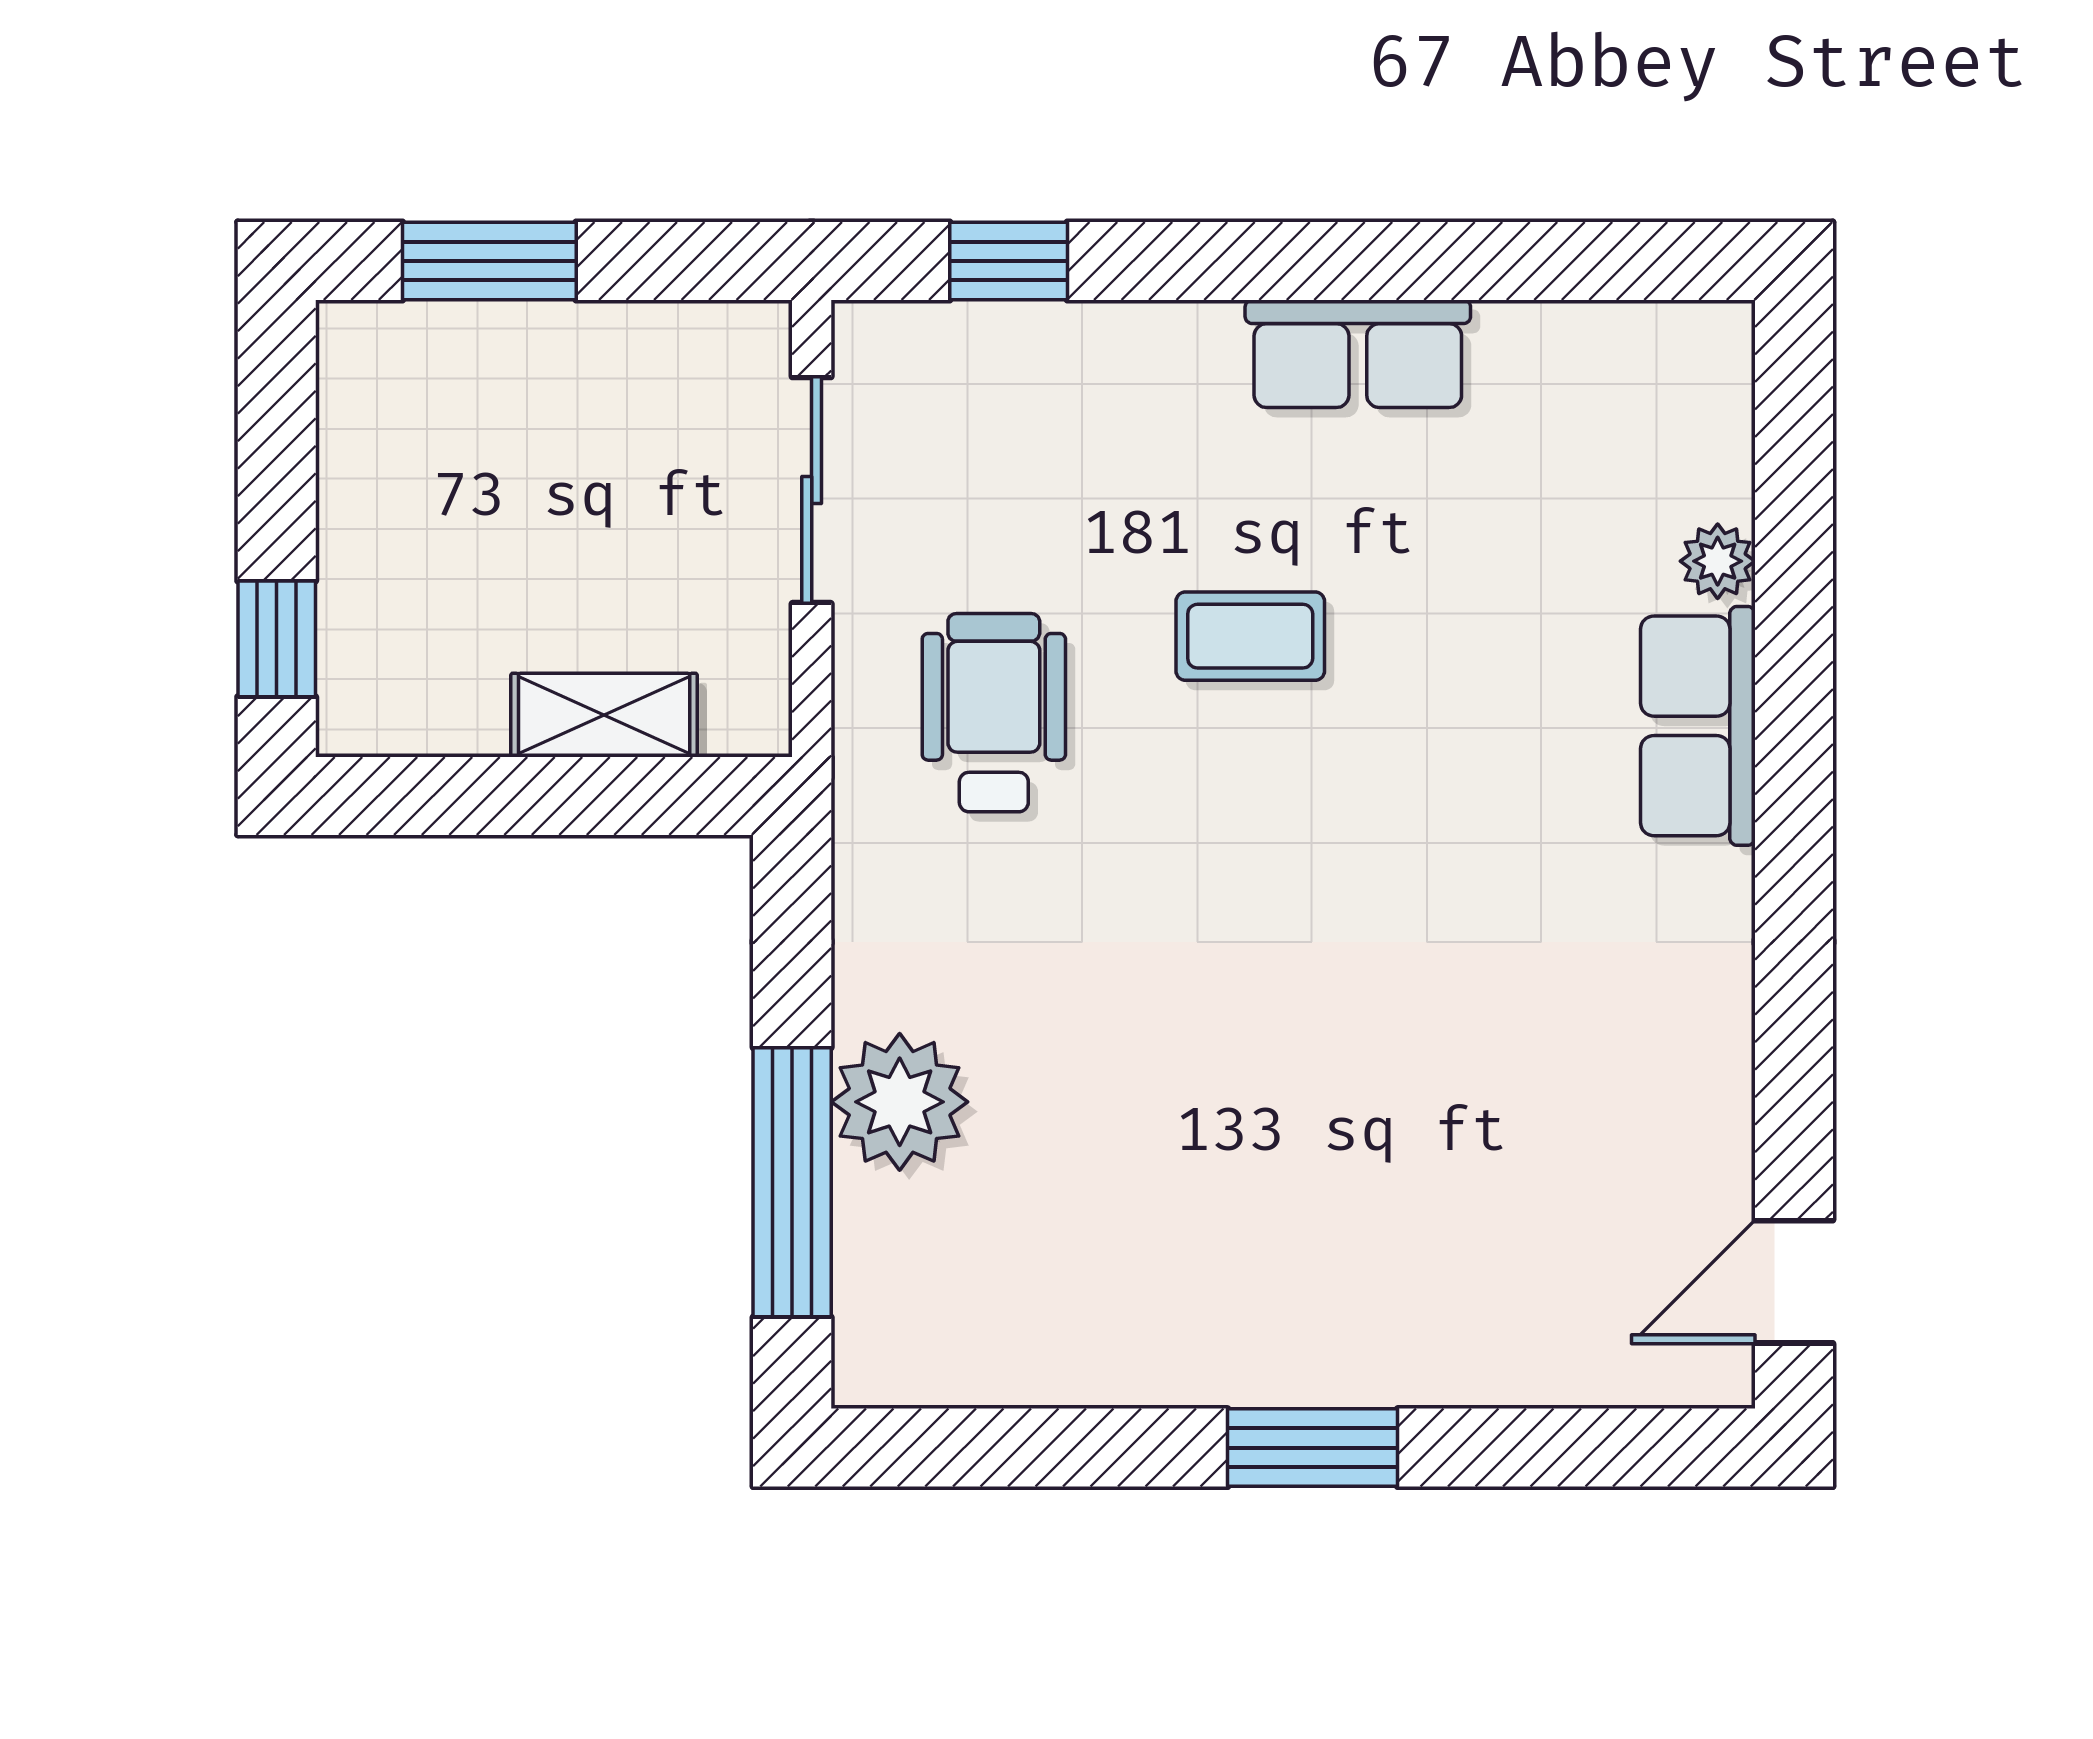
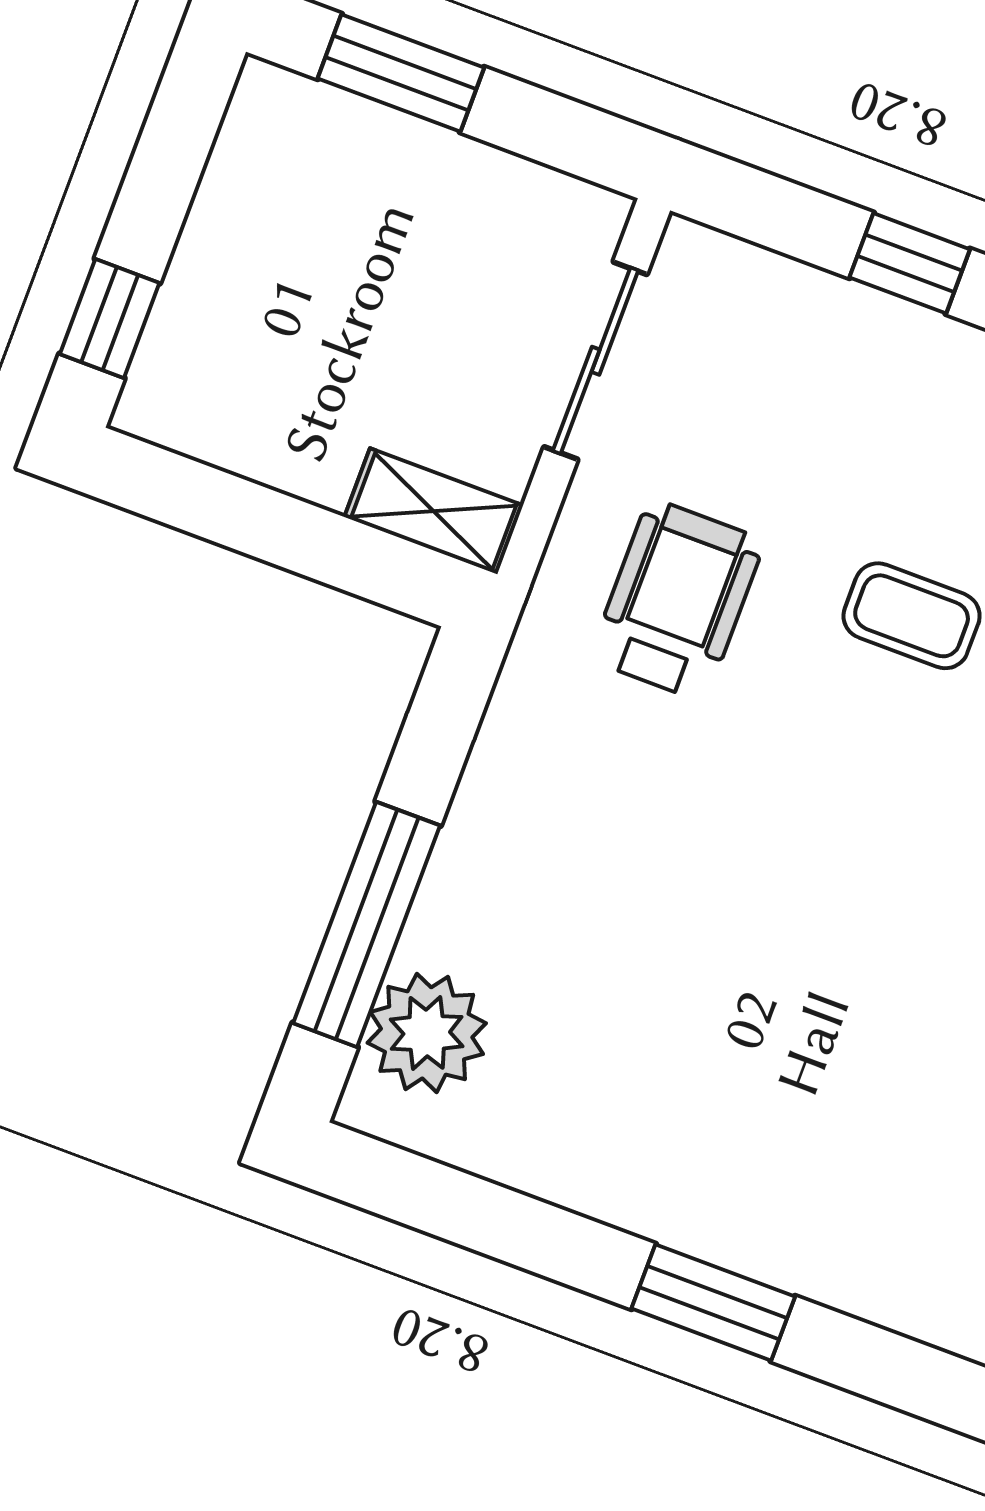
window: (1009, 261) -> (910, 263), moved
shelving: (604, 715) -> (434, 511), moved
plant: (900, 1102) -> (427, 1033), moved

